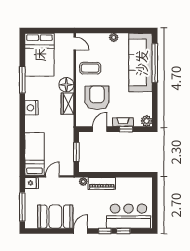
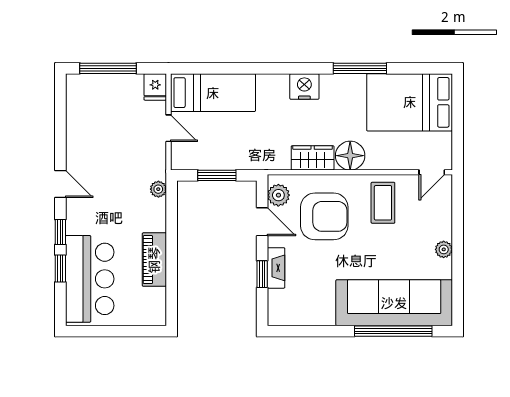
plant: (147, 121) -> (278, 195), moved
piano: (102, 183) -> (154, 260), moved
booth: (55, 217) -> (89, 134), removed

